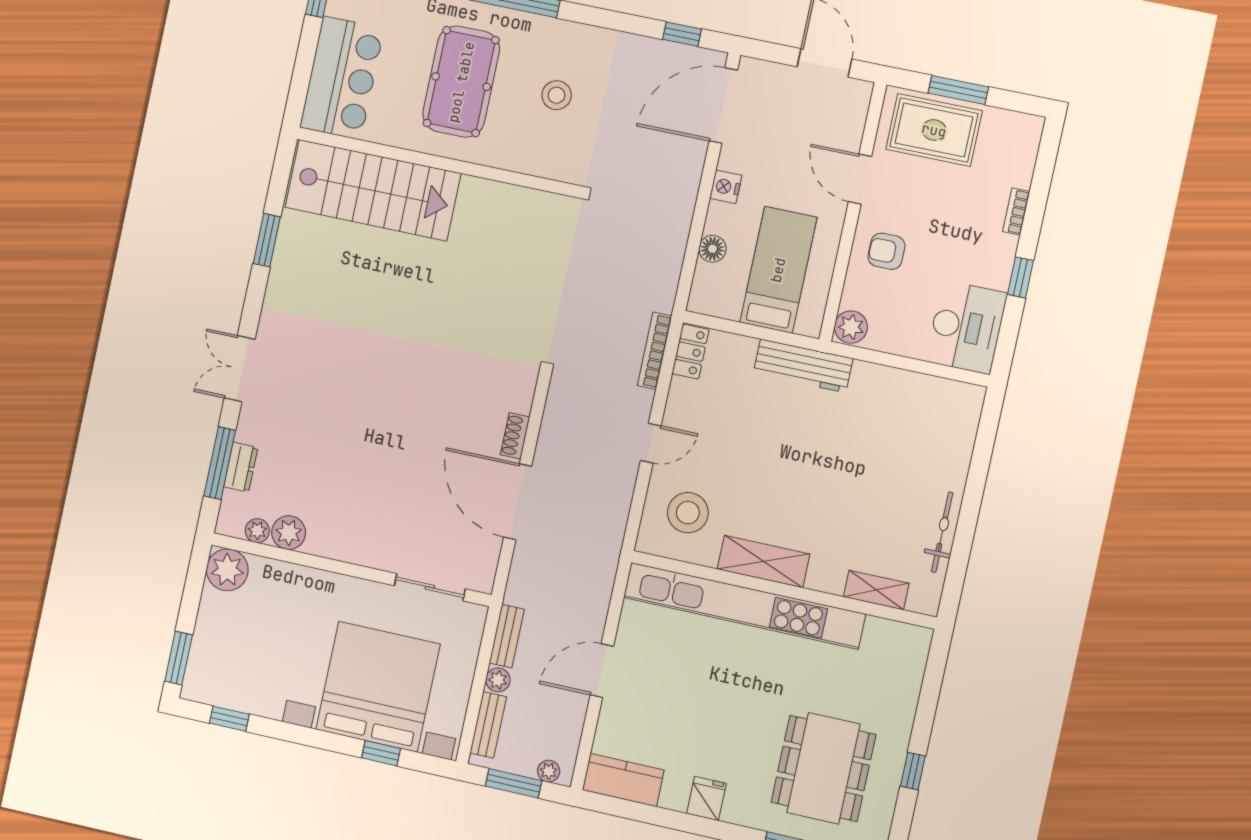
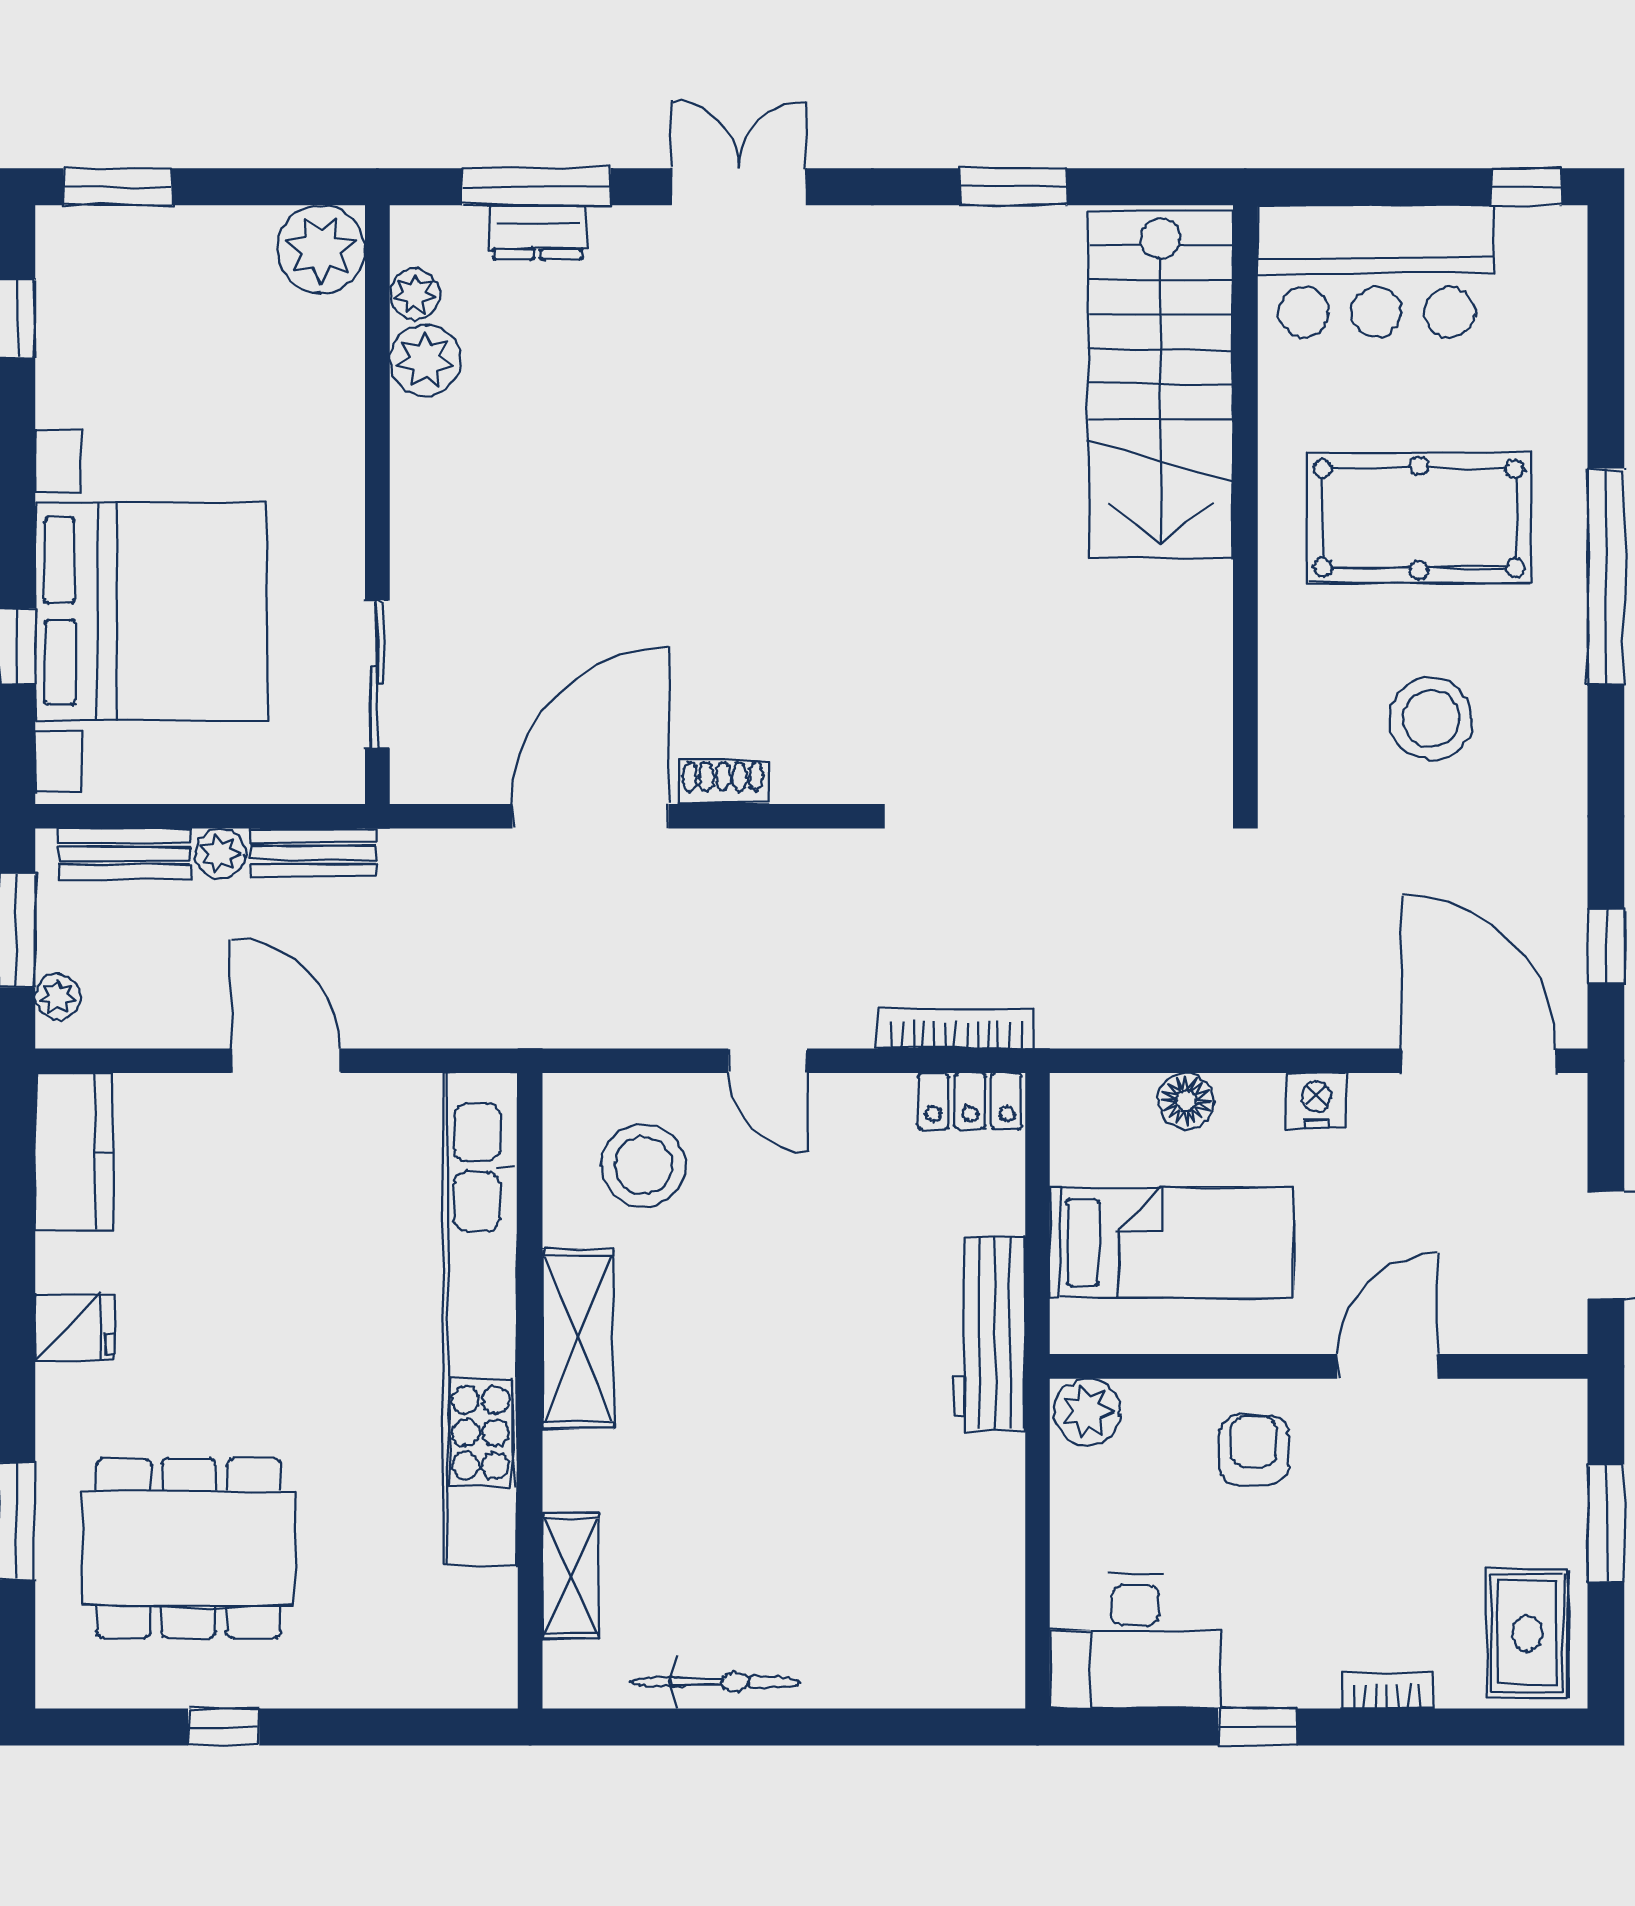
stool: (557, 95) -> (1431, 719), width x1.38, depth x1.38
rug: (934, 130) -> (1527, 1633), moved, width x0.73, depth x0.70

